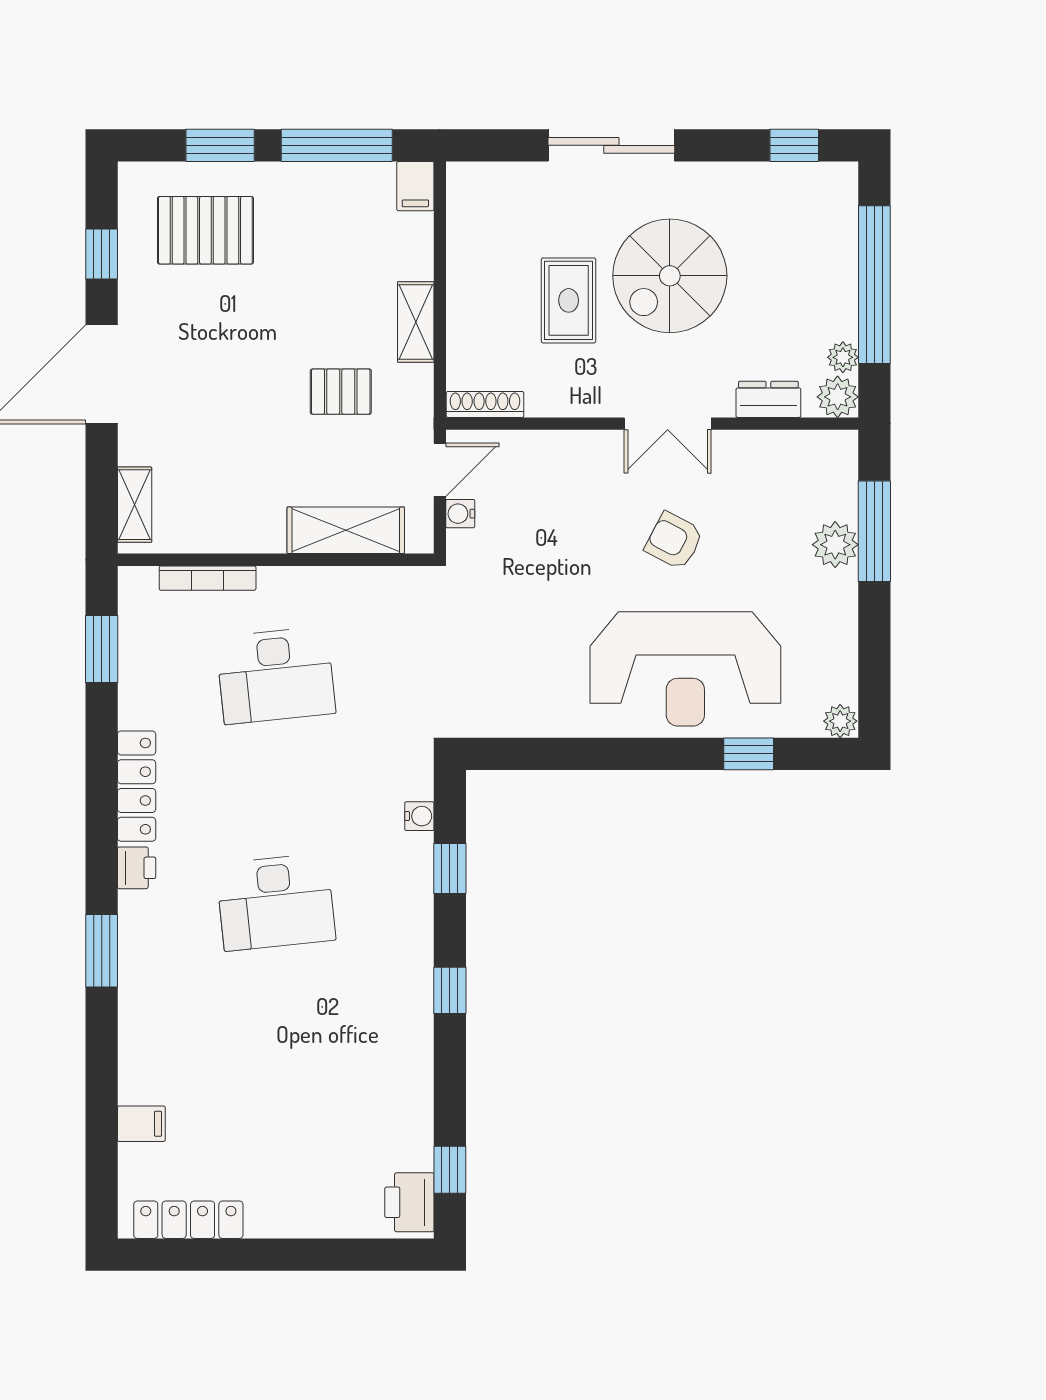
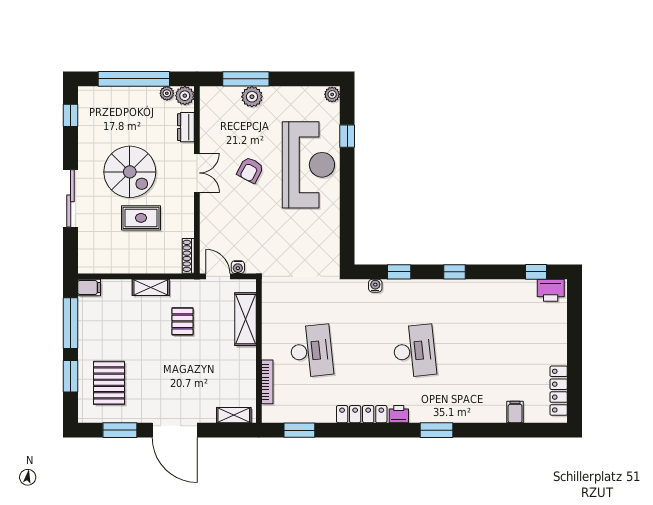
window: (102, 254) -> (120, 430), width x1.50

